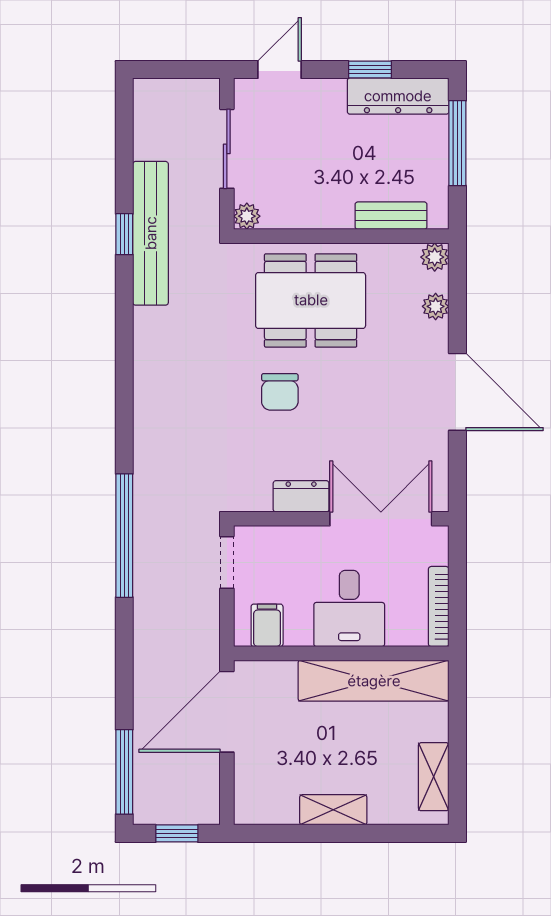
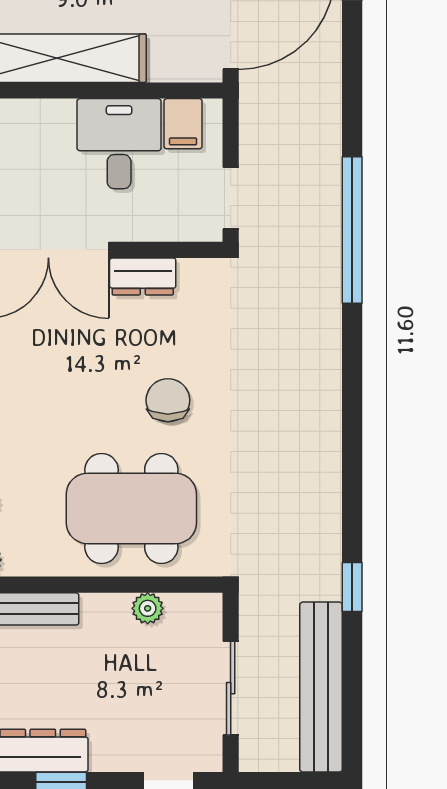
plant: (247, 216) -> (148, 608), moved
bench: (151, 233) -> (321, 687), moved
desk: (349, 608) -> (119, 144), moved

